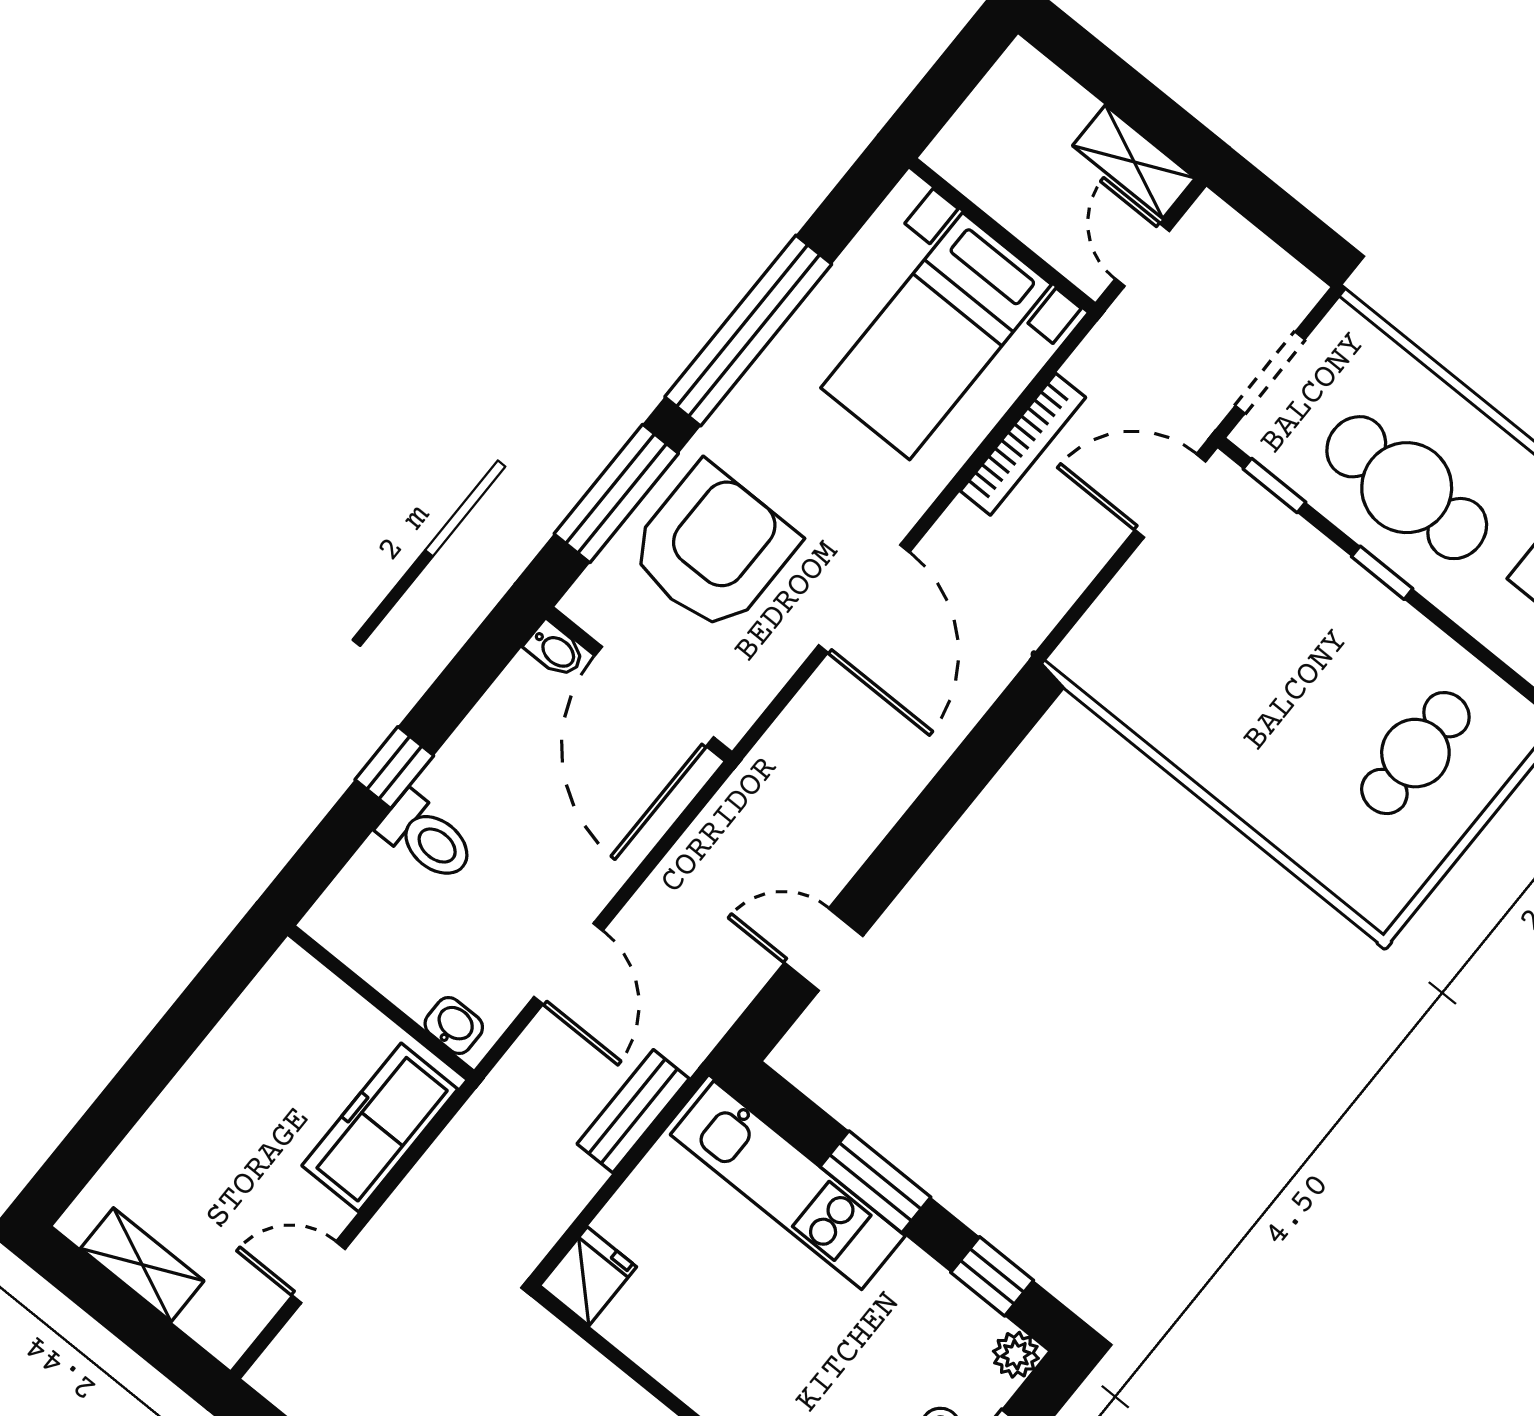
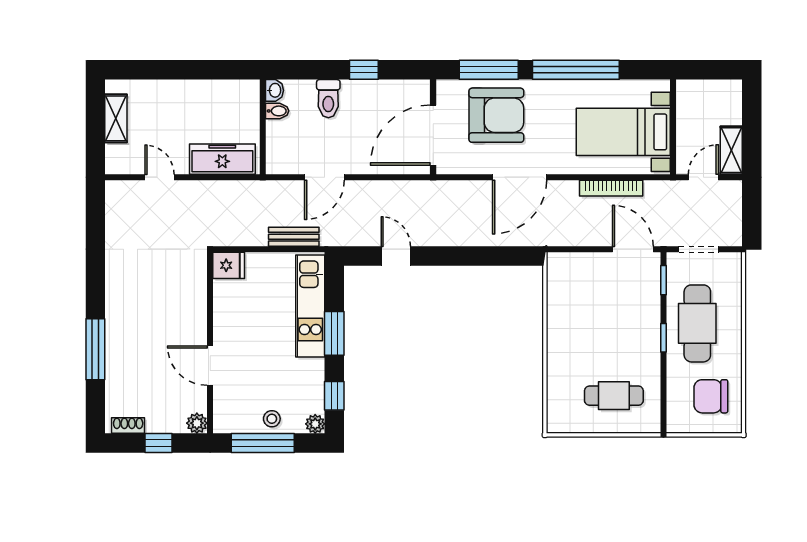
bidet: (555, 649) -> (277, 111), moved, turned -90
window: (394, 768) -> (364, 70), moved
washbasin: (454, 1026) -> (275, 90), moved

